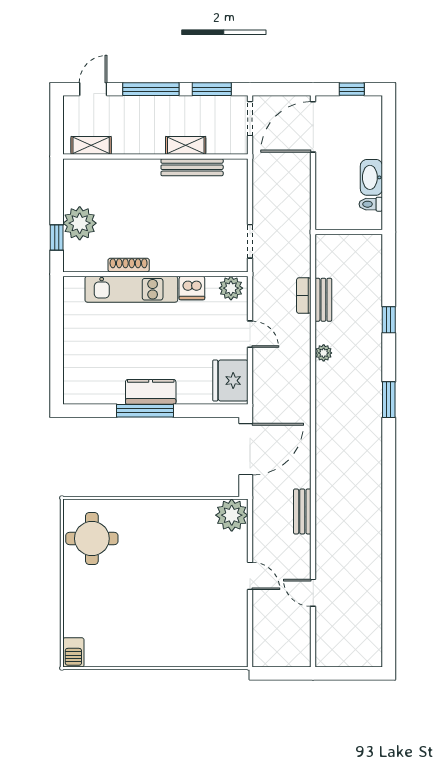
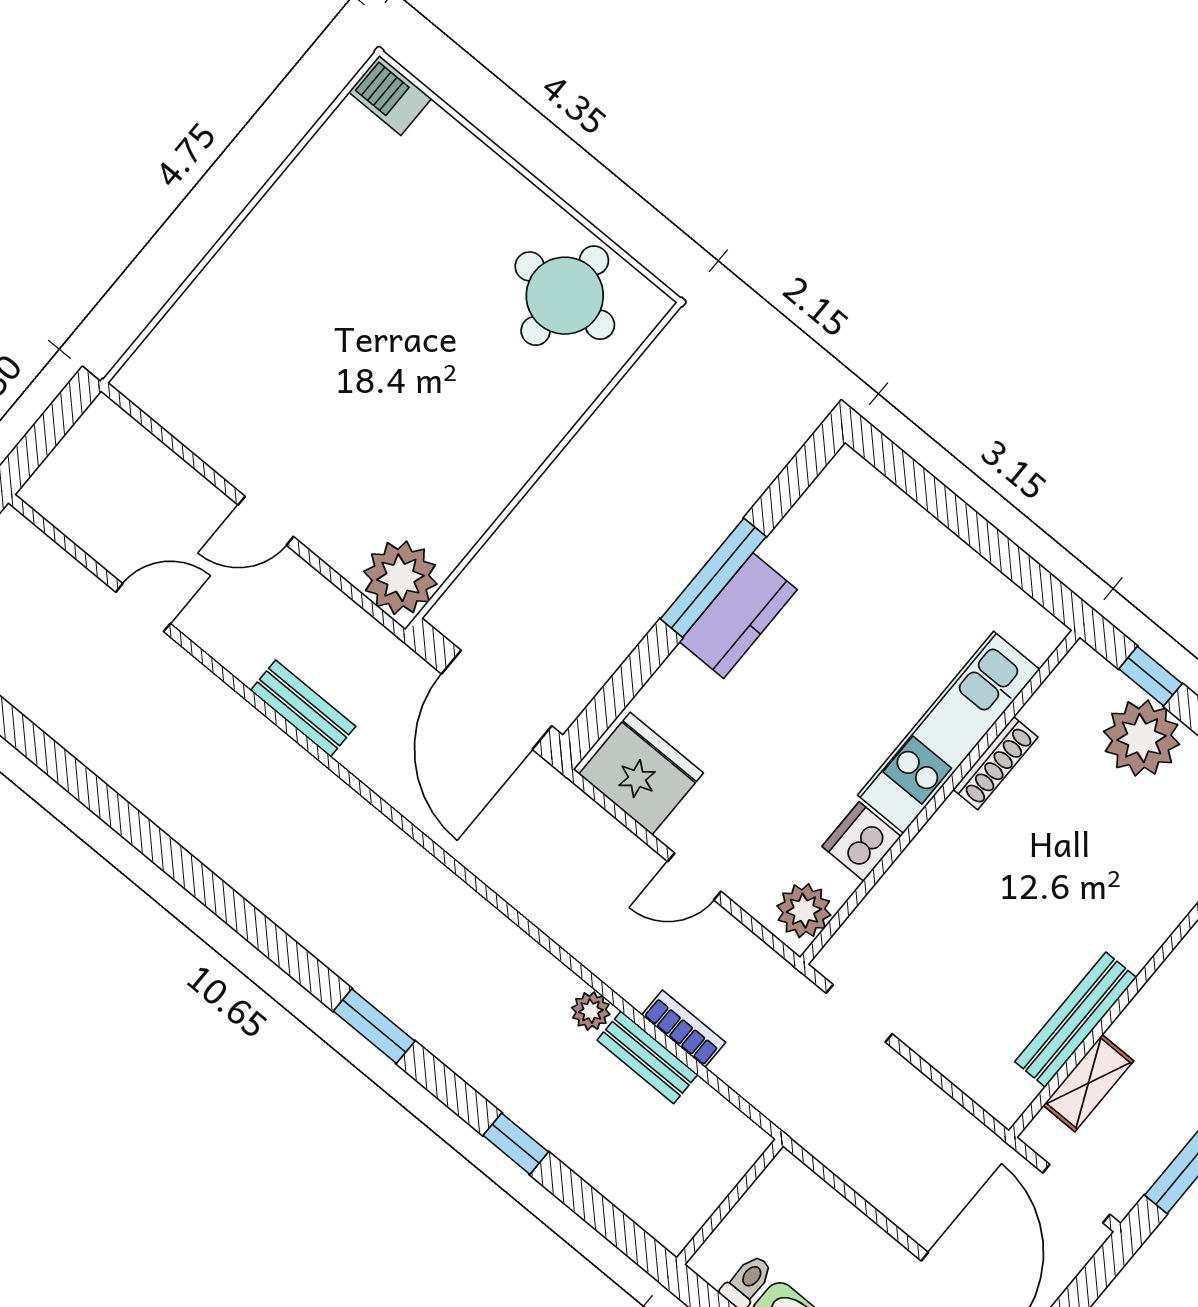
shelving: (186, 145) -> (1088, 1083), moved
plant: (324, 353) -> (591, 1011), moved

